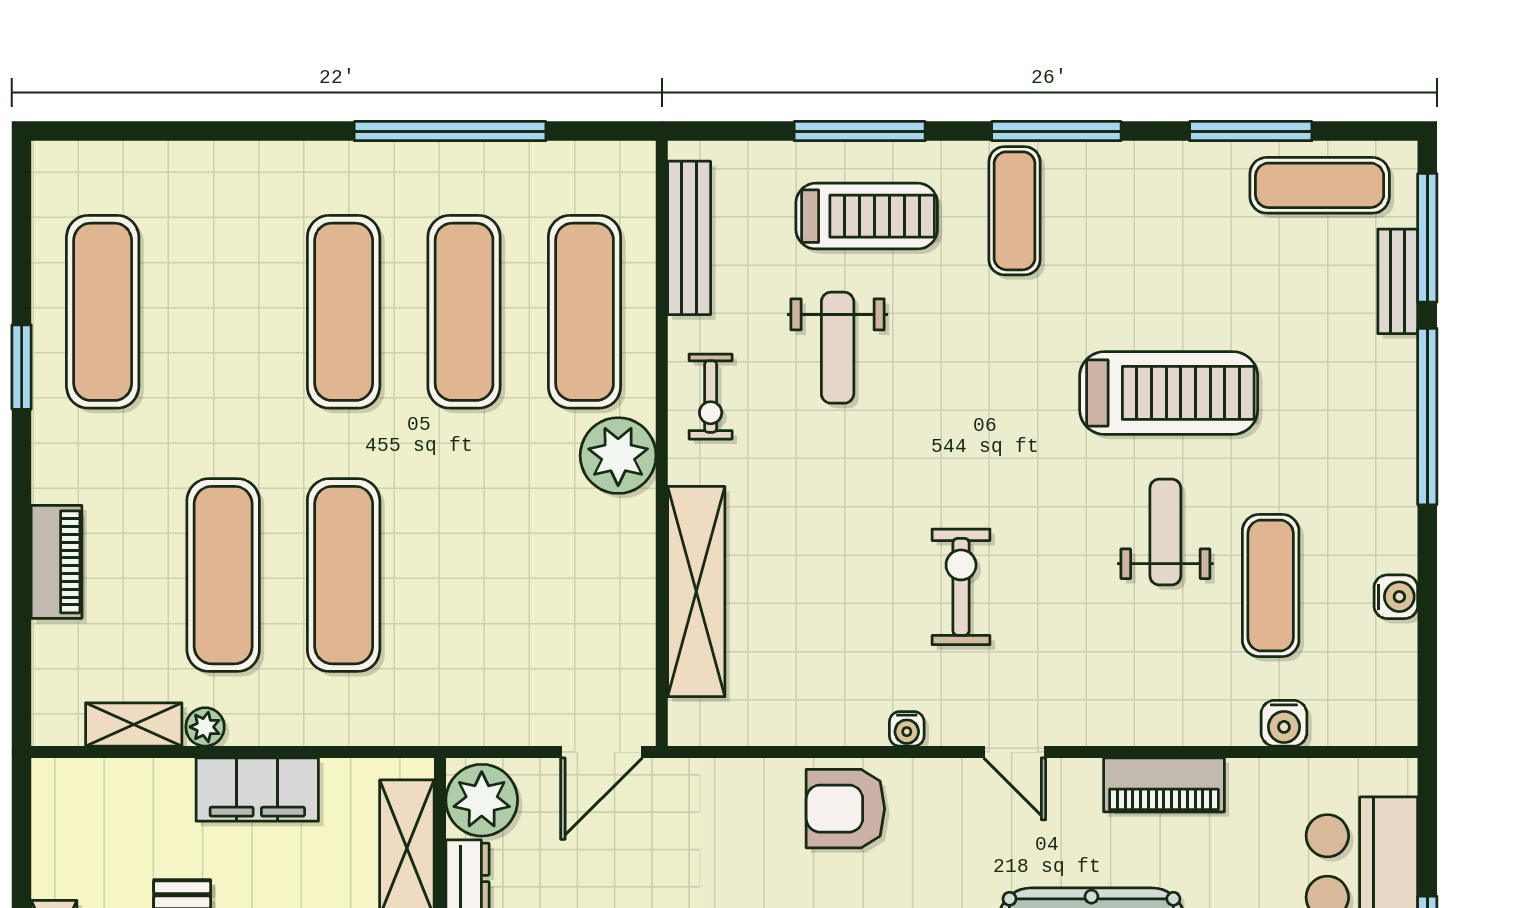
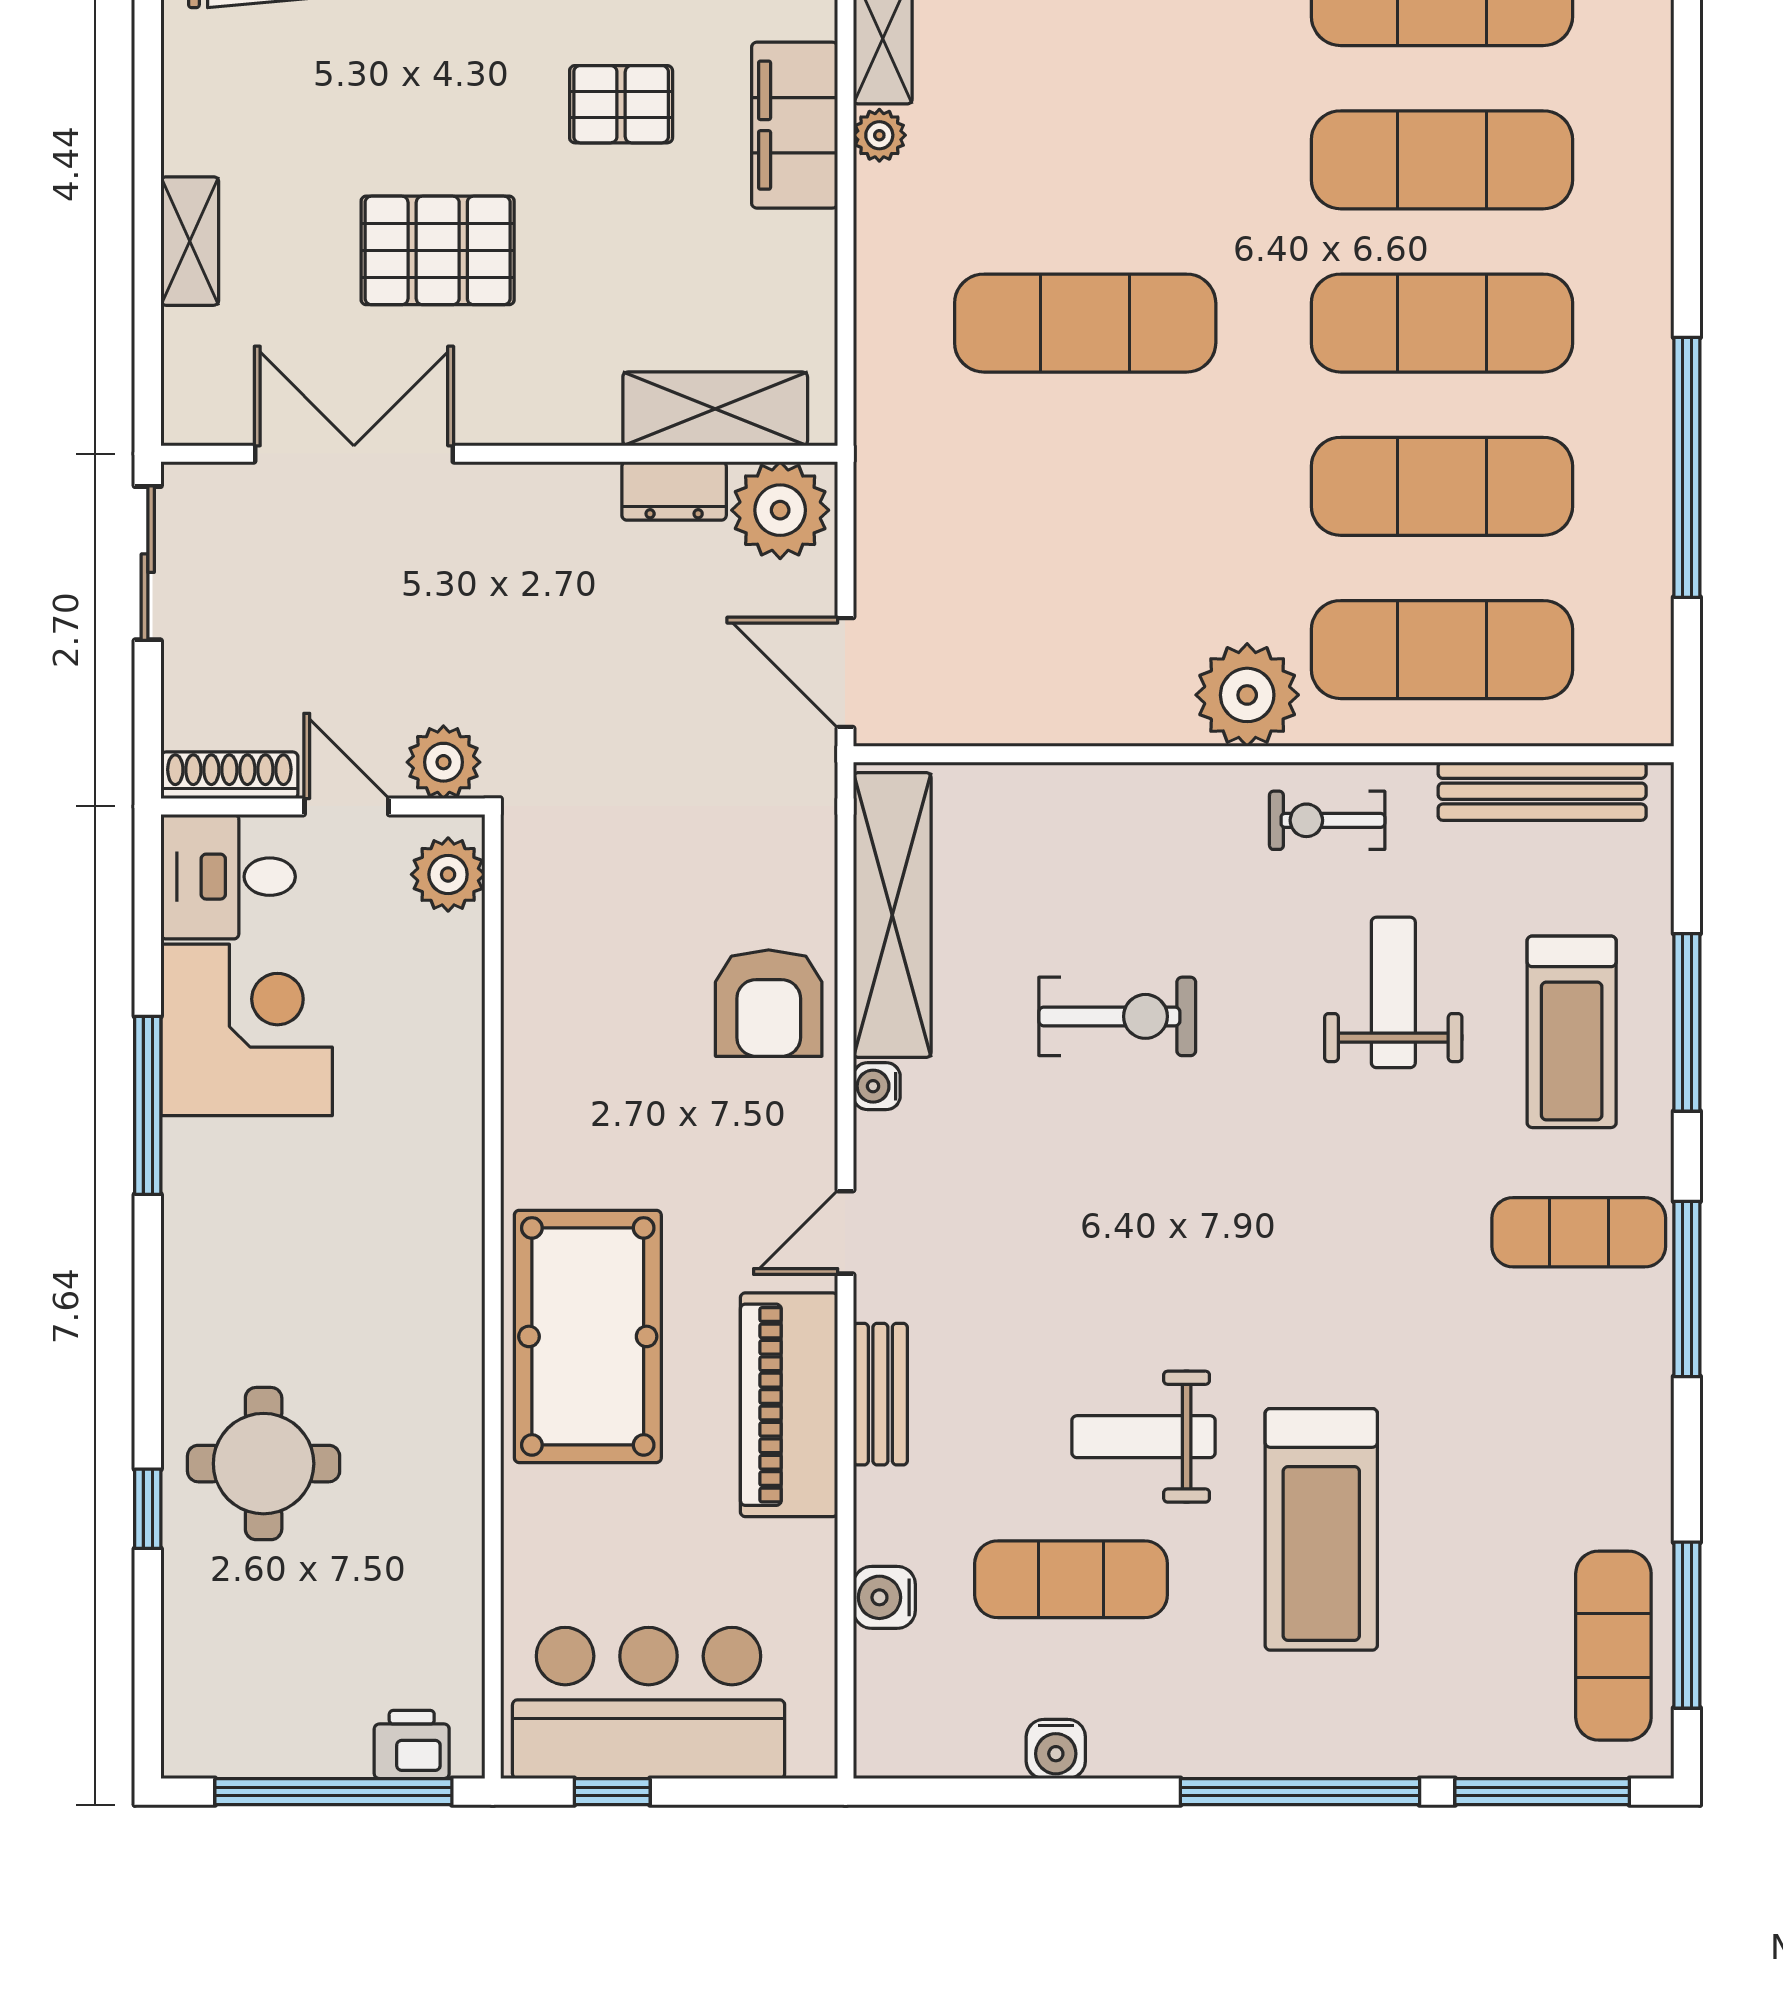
window: (1251, 131) -> (1687, 1625), moved
bench: (1398, 281) -> (880, 1394), moved, turned 90
weight bench: (838, 348) -> (1393, 992), turned 90
treadmill: (1169, 393) -> (1321, 1529), moved
weight bench: (1165, 532) -> (1144, 1437), turned 180
exercise mat: (223, 575) -> (1442, 160), moved
exercise bike: (961, 587) -> (1117, 1016), moved
shelving: (696, 592) -> (892, 915), moved, turned 90
piano: (1164, 785) -> (789, 1405), width x1.37, depth x1.33
filing cabinet: (257, 789) -> (795, 125), moved
armchair: (845, 809) -> (769, 1003), turned 180

